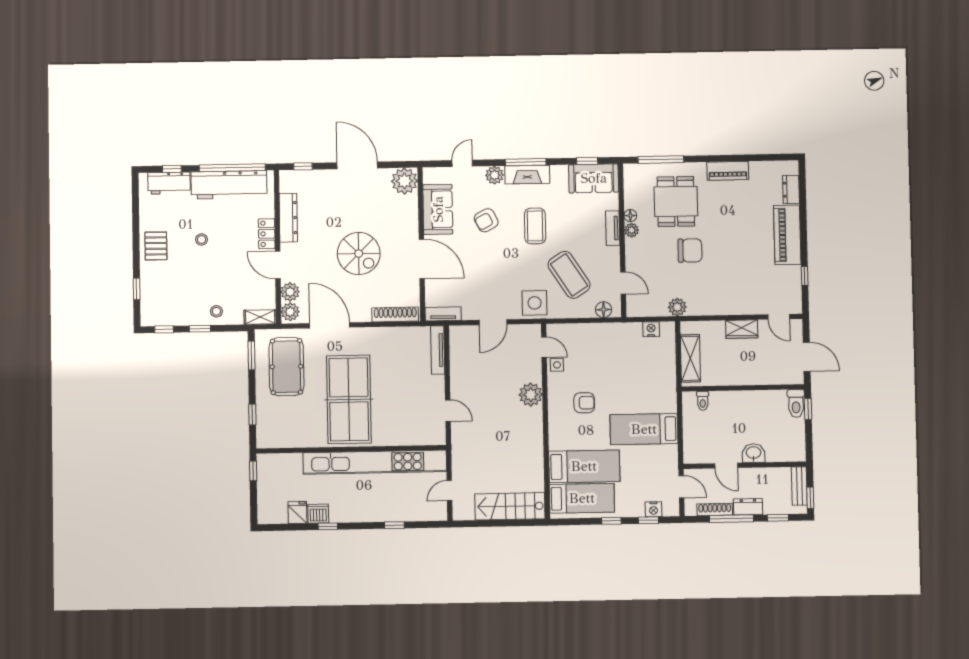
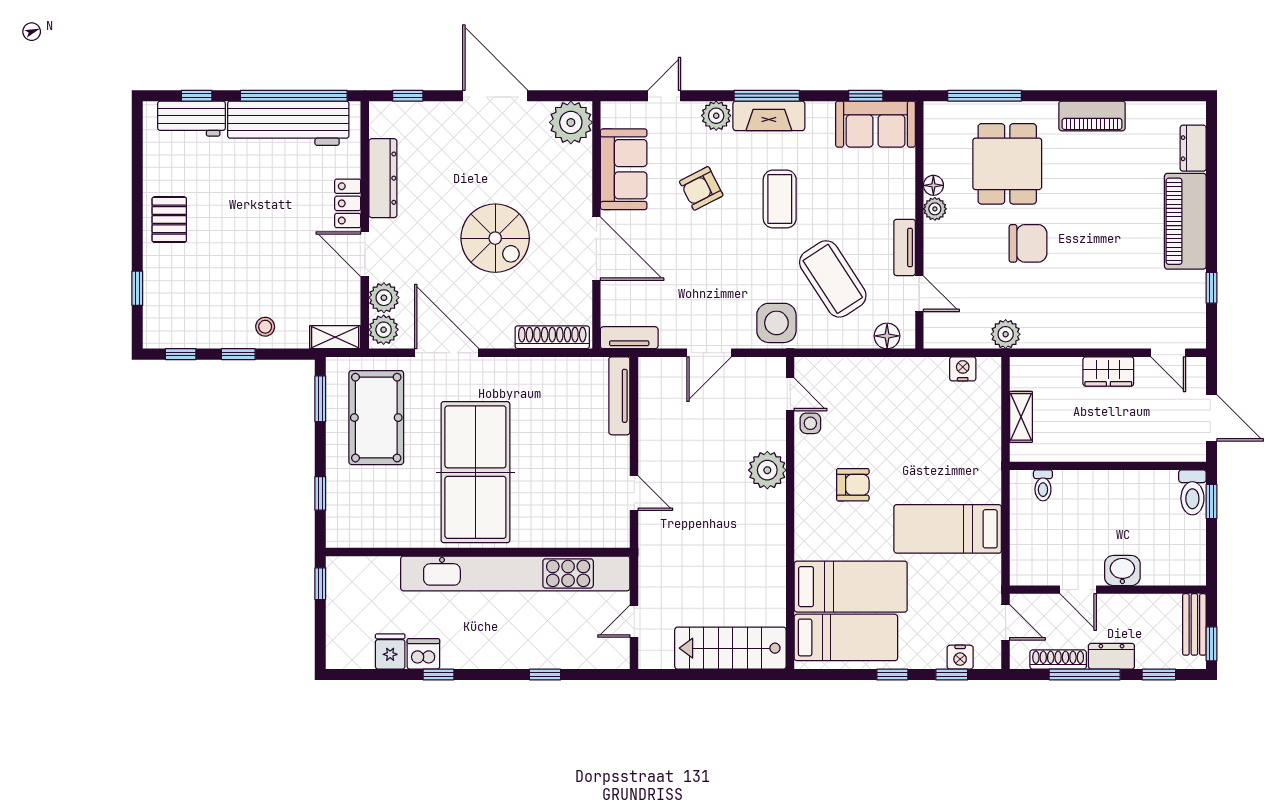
tv unit: (613, 228) -> (905, 247), moved
stool: (202, 239) -> (243, 211), removed
shelving: (690, 358) -> (1021, 417), width x0.67, depth x0.75

